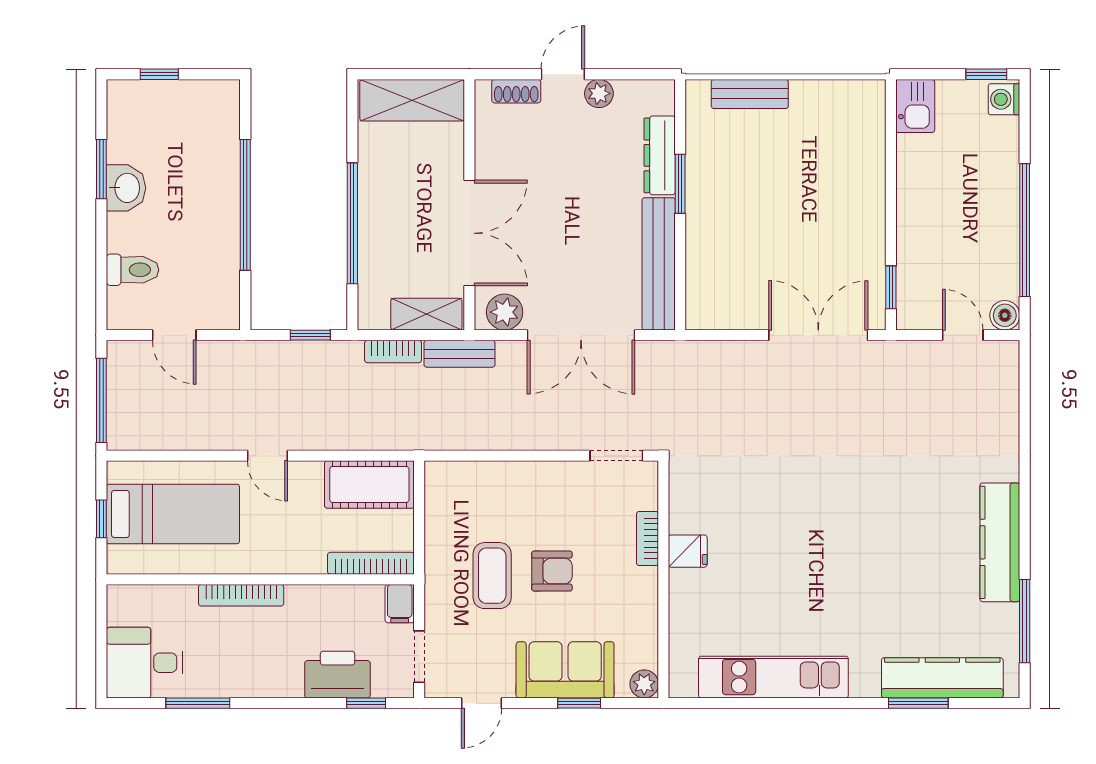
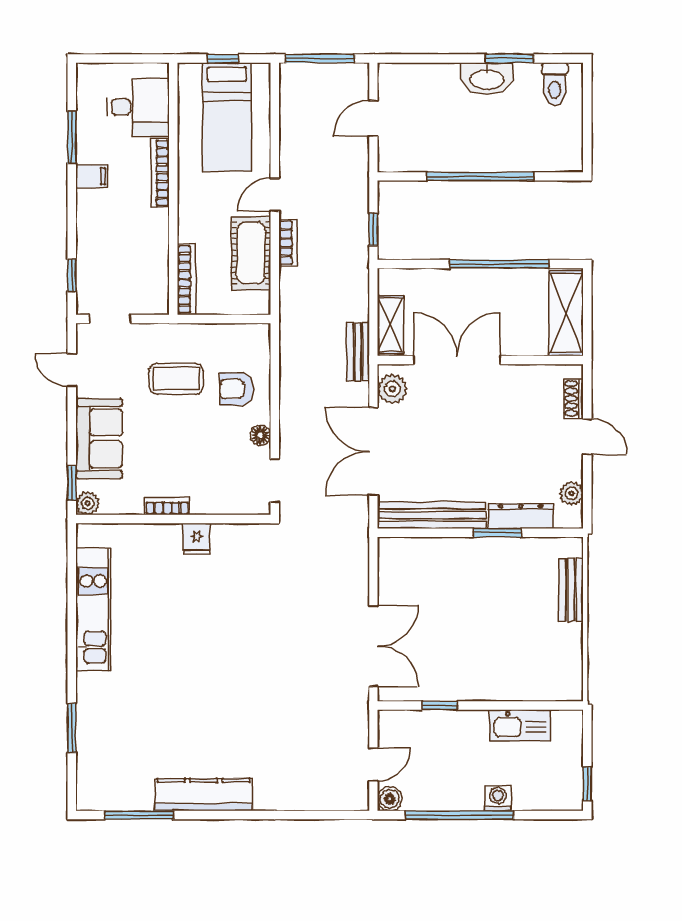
window: (159, 74) -> (587, 106), removed
plant: (599, 93) -> (571, 493), moved
washing machine: (1004, 99) -> (498, 798), moved
kitchen sink: (915, 106) -> (520, 725), moved, width x1.38
washbasin: (126, 188) -> (487, 79), width x1.38
window: (352, 223) -> (499, 264), moved
double door: (469, 233) -> (457, 360), swing flipped
toilet: (133, 270) -> (555, 84), moved
window: (891, 287) -> (440, 705), moved
bookcase: (393, 352) -> (288, 243), moved, turned 180
floor lamp: (561, 473) -> (260, 435), added
cot: (369, 484) -> (251, 253), moved
bookcase: (647, 538) -> (167, 506), moved
armchair: (552, 571) -> (236, 389), moved, turned 90
filing cabinet: (400, 604) -> (92, 176), moved, turned 180
desk: (145, 663) -> (138, 107), moved, turned 90
printer: (337, 675) -> (95, 252), removed
kitchen counter: (942, 678) -> (93, 748), removed
window: (579, 703) -> (72, 483), moved

